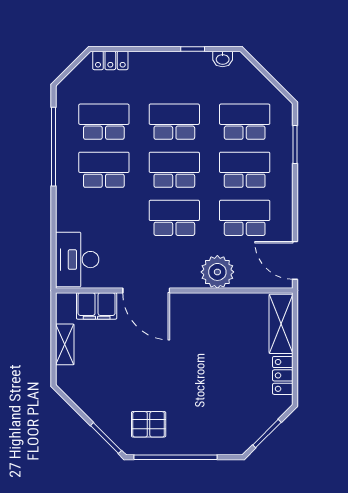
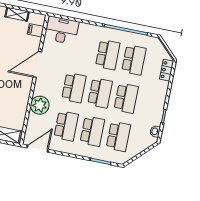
filing cabinet: (97, 306) -> (36, 30), width x0.50

